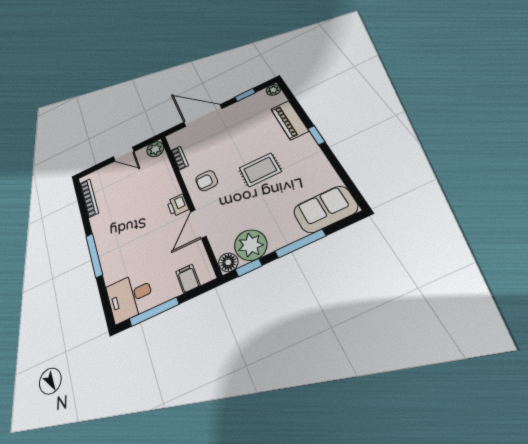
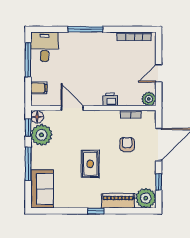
plant: (273, 90) -> (146, 198), width x1.87, depth x1.87
armchair: (207, 181) -> (127, 144), moved
printer: (178, 205) -> (110, 99), moved

